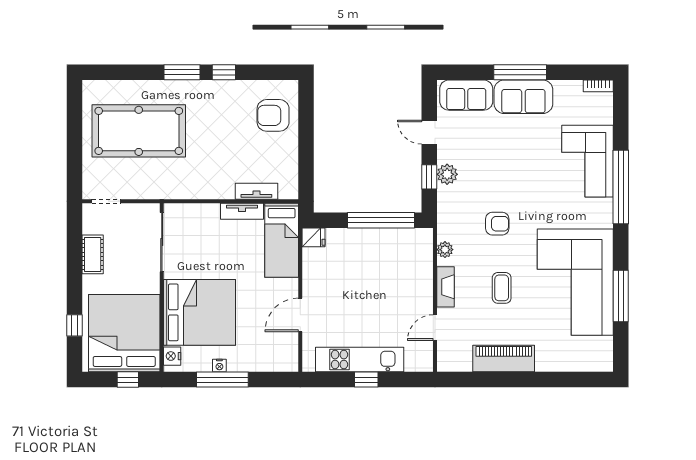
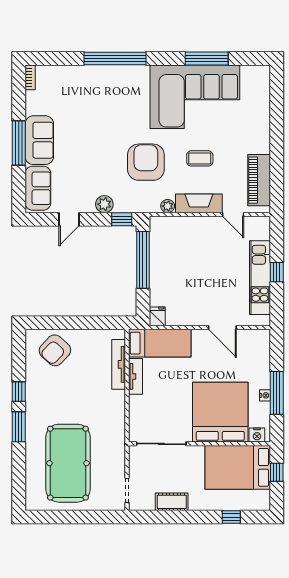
armchair: (273, 115) -> (55, 350), turned 43
corner sofa: (588, 161) -> (93, 86), removed
window: (429, 177) -> (122, 219), moved
tv unit: (256, 191) -> (119, 364), width x1.41
armchair: (497, 224) -> (146, 162), width x1.88, depth x1.88
fireplace: (445, 287) -> (199, 203), width x1.37, depth x1.32
bed: (124, 333) -> (238, 467), width x0.73
piano: (504, 359) -> (259, 180), moved

